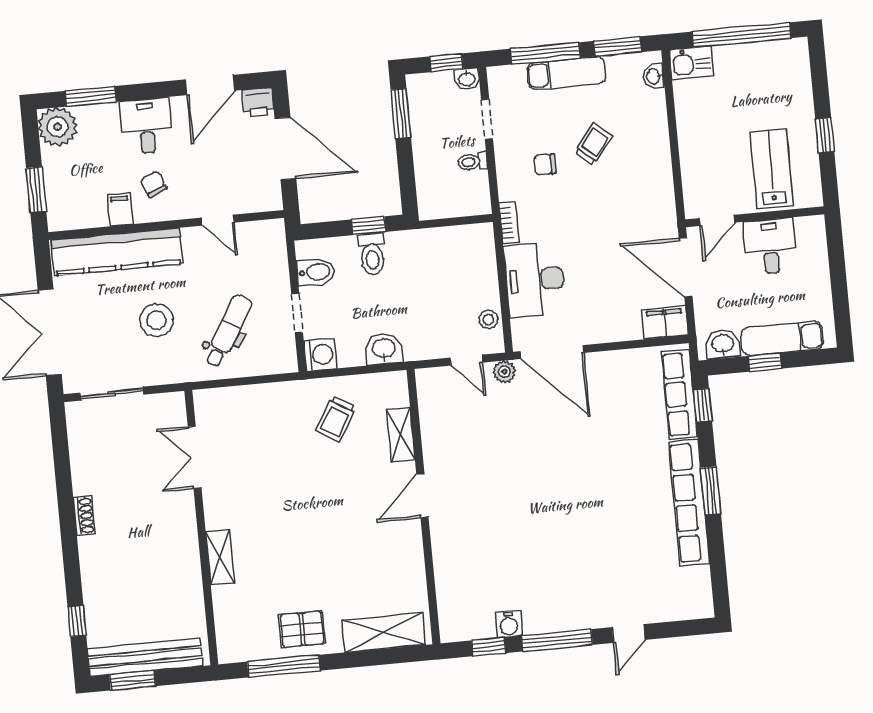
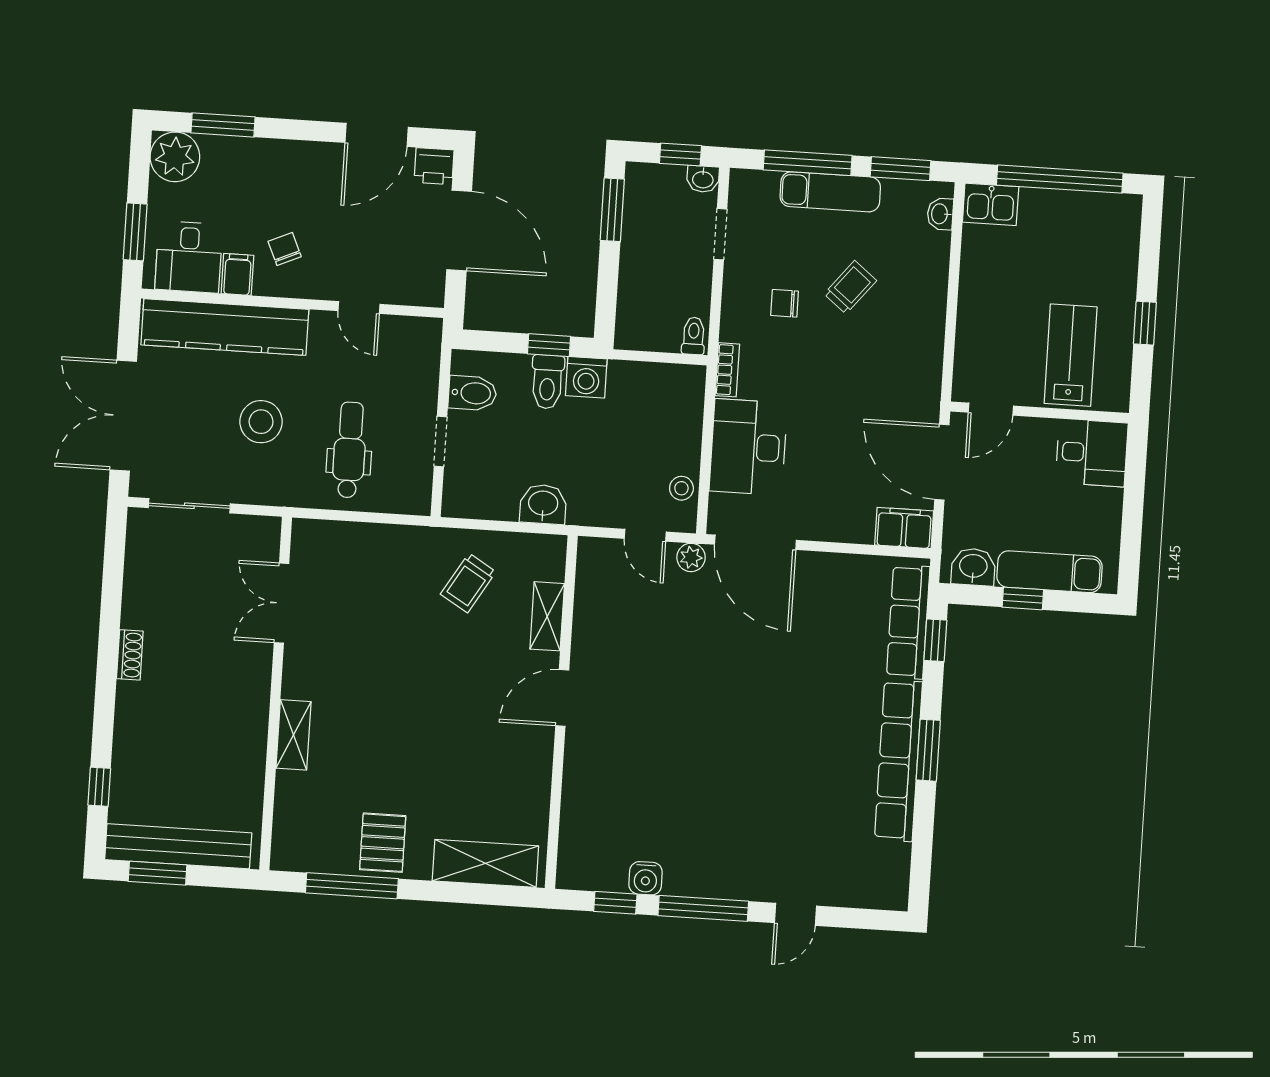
desk: (146, 126) -> (189, 257), moved, turned 180
toilet: (473, 162) -> (694, 336), moved, turned 90
desk: (770, 246) -> (1092, 453), moved, turned 90
dental chair: (228, 331) -> (350, 450), turned -31
washing machine: (320, 355) -> (586, 377), moved, turned 90
pallet: (302, 629) -> (383, 843), turned 90

